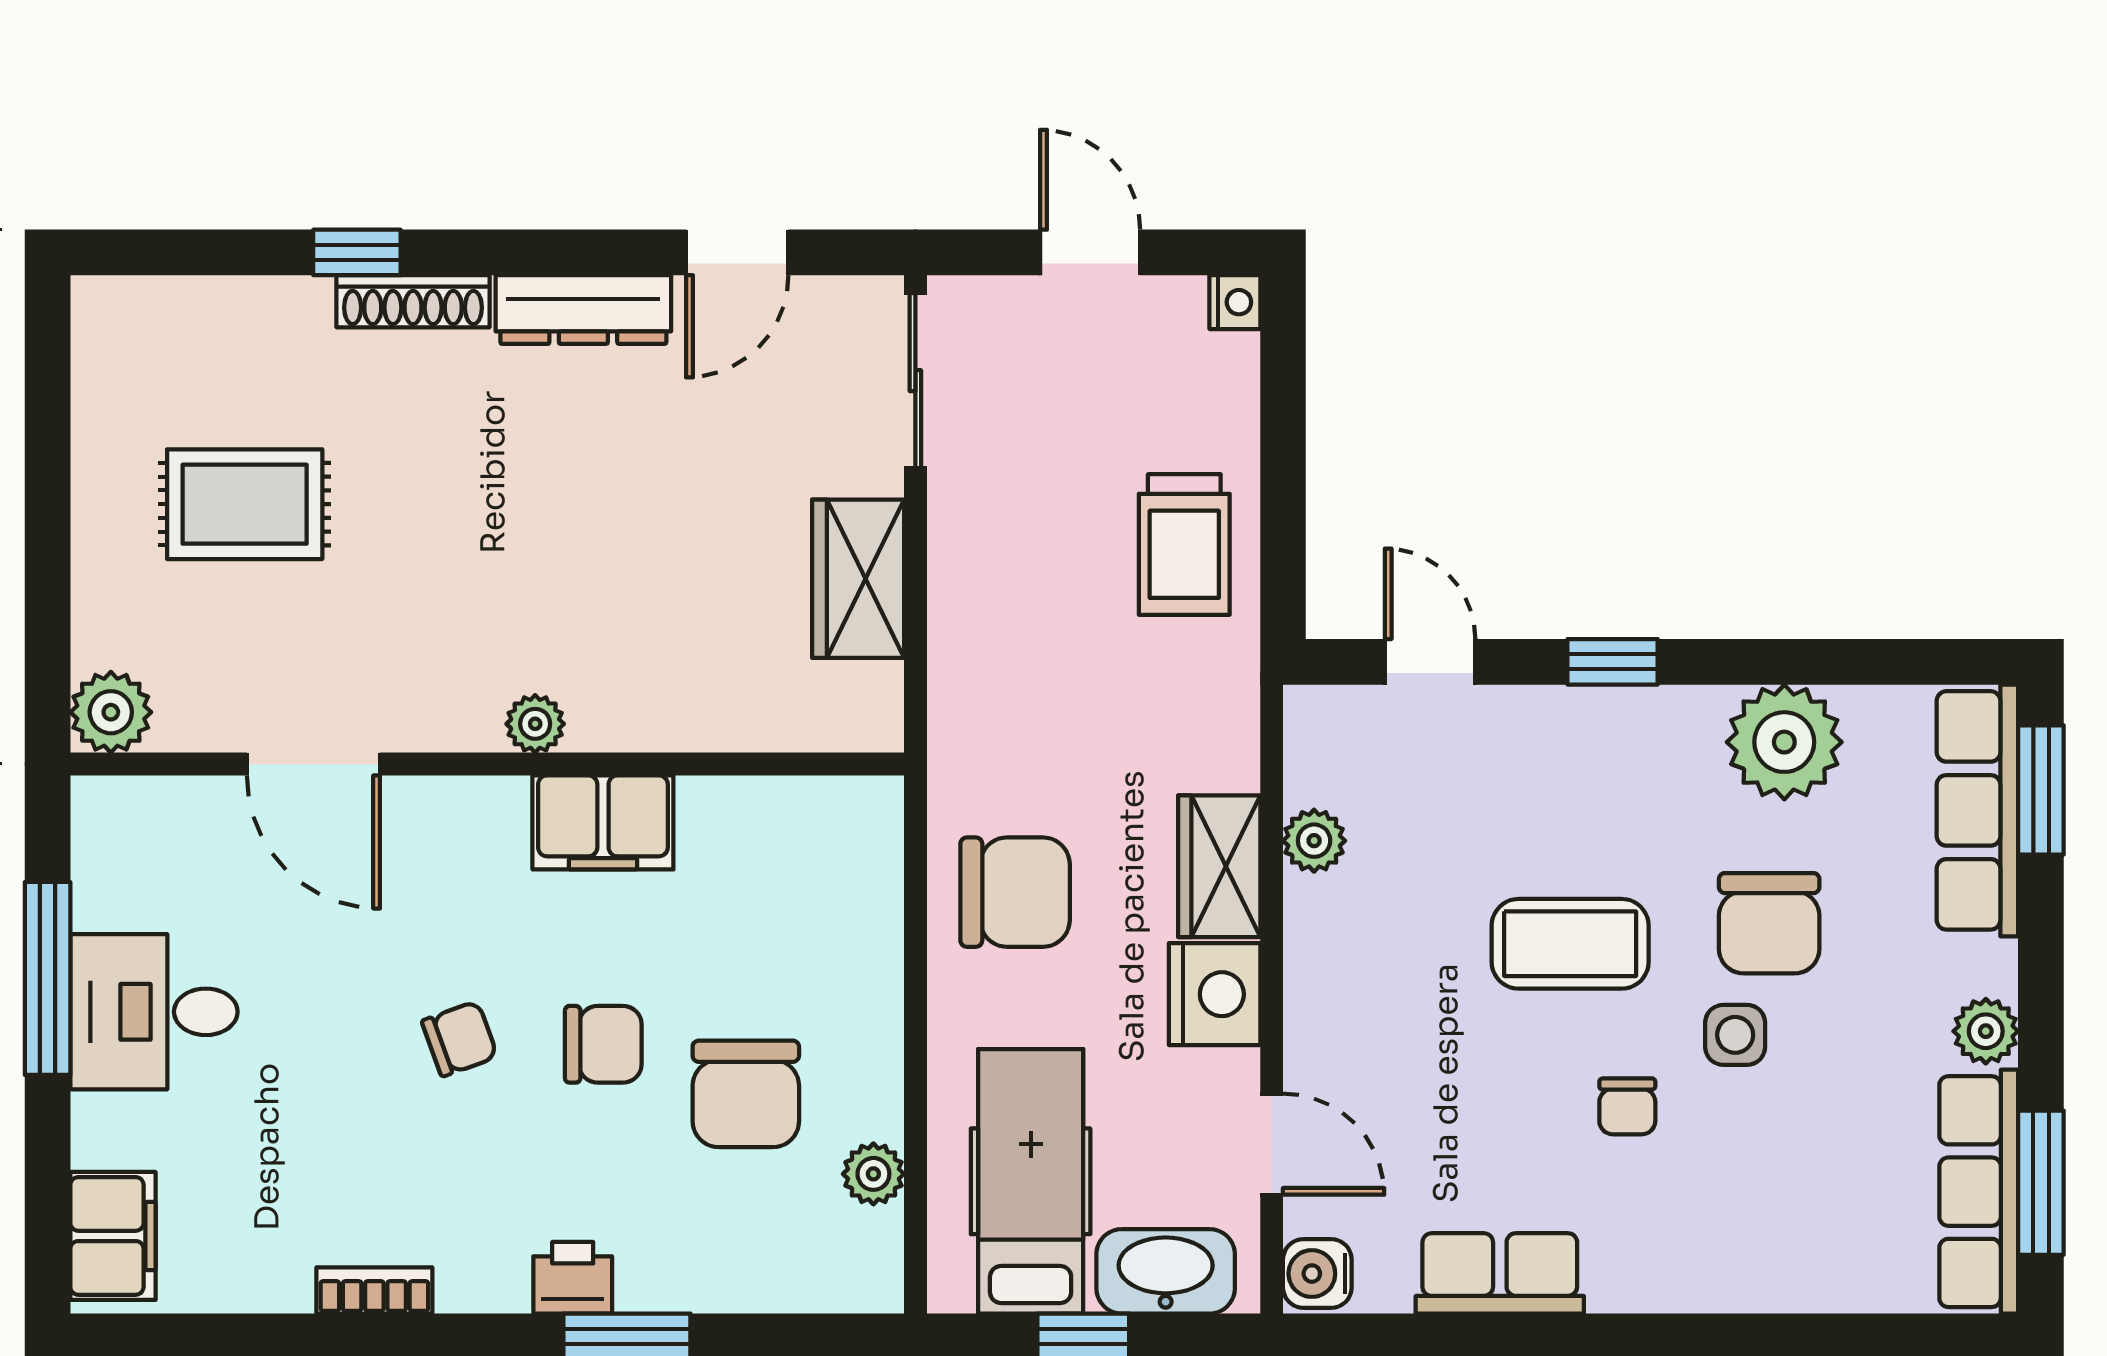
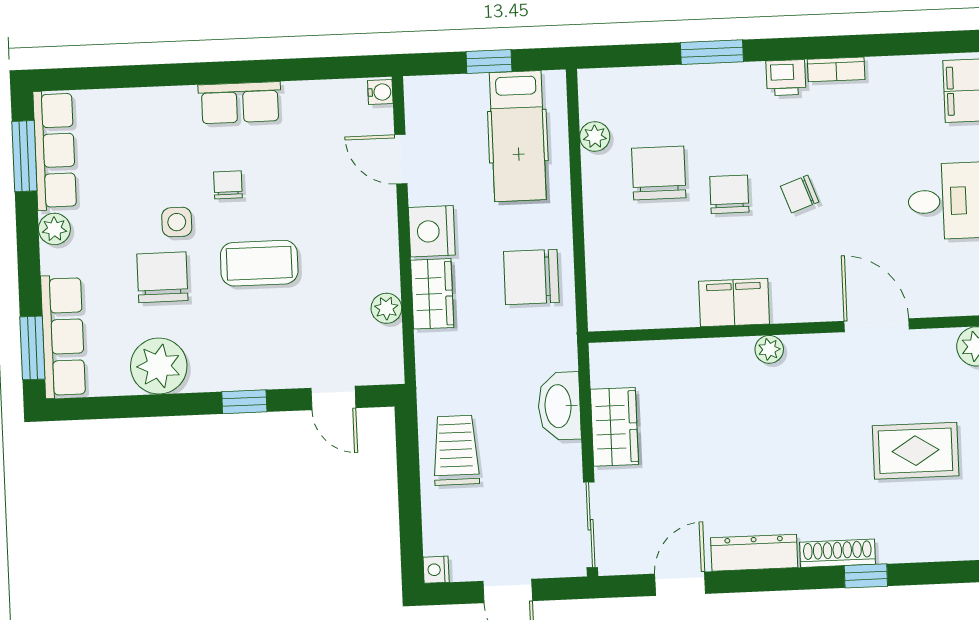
chair: (603, 1044) -> (729, 194), turned 90
washbasin: (1166, 1271) -> (559, 406), moved, turned 90
row of seats: (1500, 1273) -> (240, 103), moved
water cooler: (1317, 1274) -> (380, 92), width x0.72, depth x0.72
printer: (573, 1278) -> (786, 78), moved

